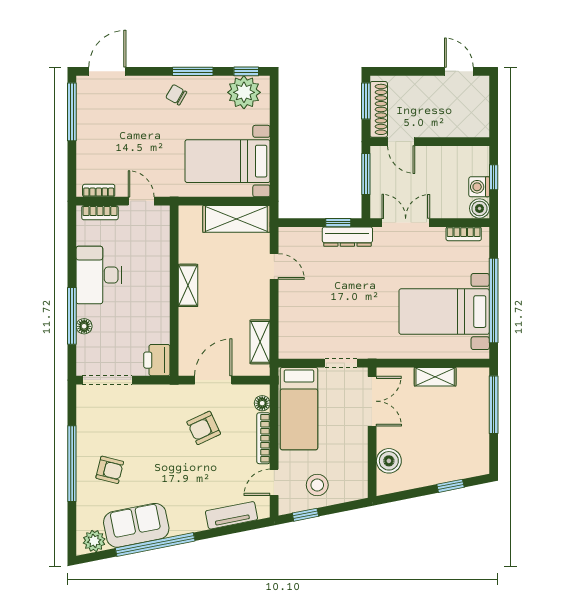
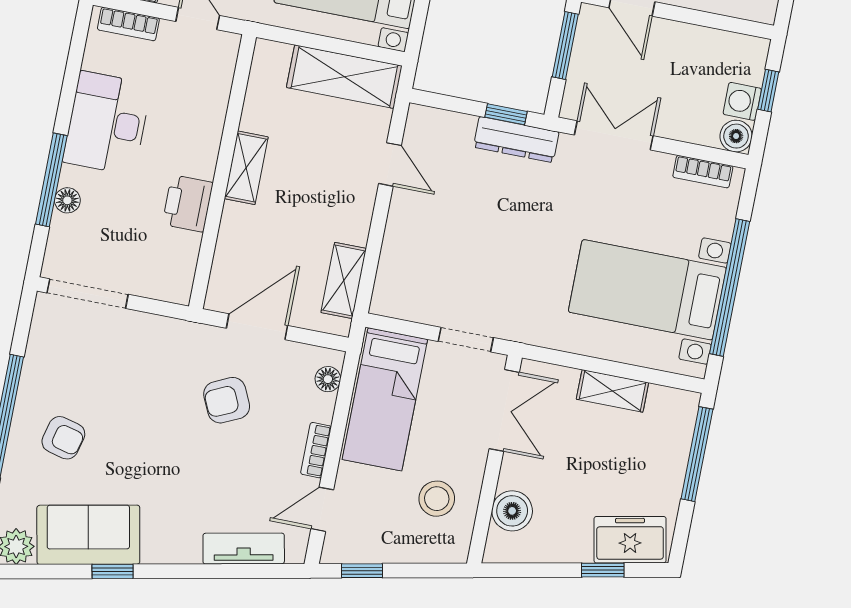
printer: (157, 360) -> (188, 203), moved
bookcase: (263, 438) -> (316, 450), width x0.64
freezer: (463, 464) -> (630, 540), added
stool: (317, 485) -> (437, 499), moved
window: (155, 545) -> (113, 571), width x0.32

